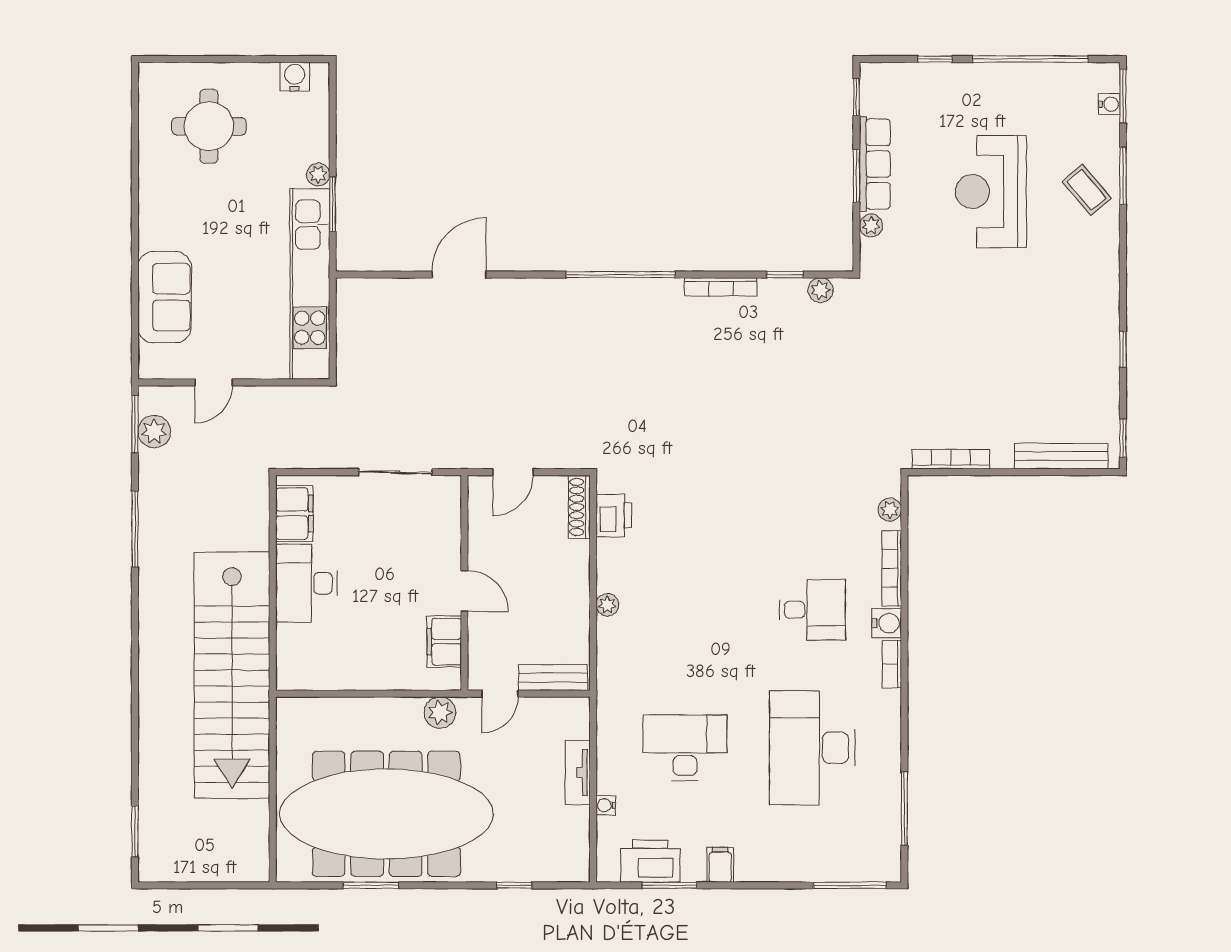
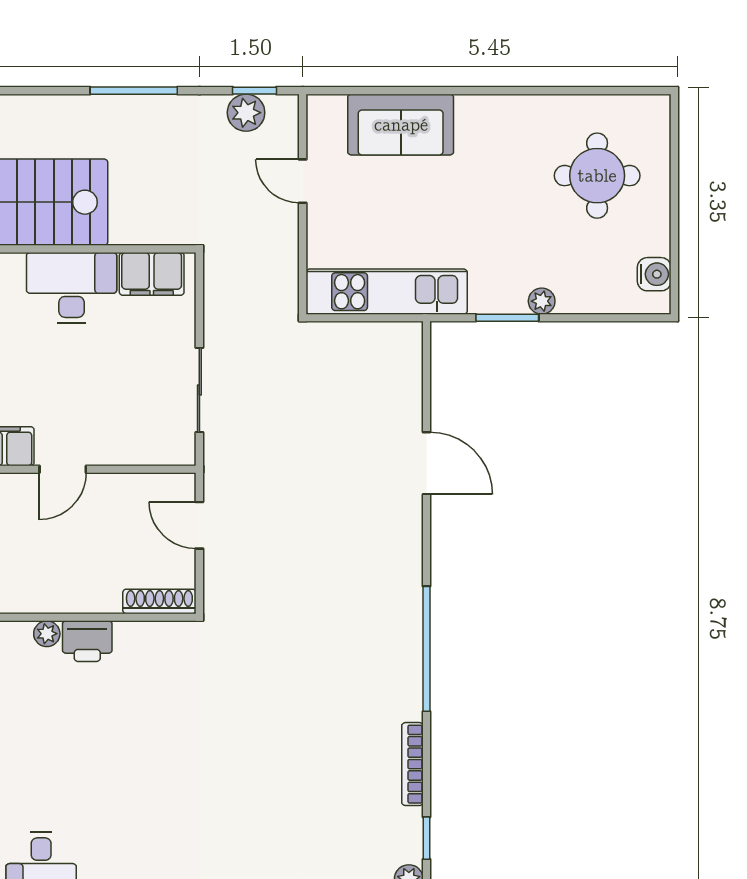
kitchen unit: (310, 284) -> (387, 292), width x0.73
window: (135, 424) -> (255, 91), width x0.67
printer: (614, 516) -> (87, 641), moved

